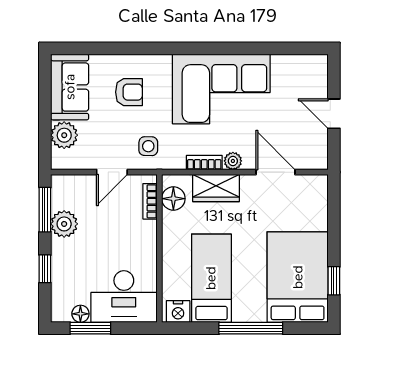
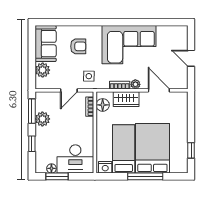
bed: (298, 277) -> (152, 148), moved

